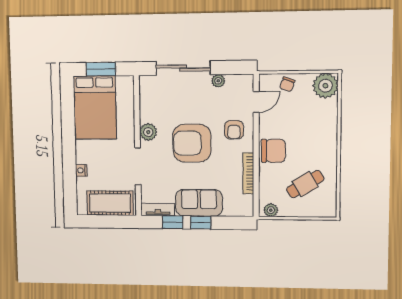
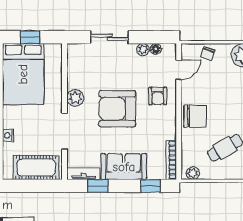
sliding door: (183, 68) -> (110, 37), width x0.73
window: (101, 69) -> (30, 37), width x0.67
floor lamp: (232, 80) -> (156, 49), added
bookcase: (248, 173) -> (171, 160), moved
window: (201, 223) -> (151, 186), moved

